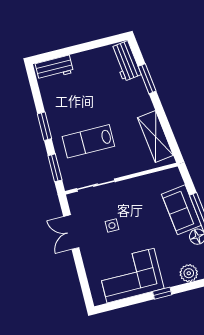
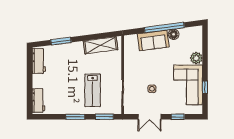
workbench: (126, 61) -> (39, 61), moved, turned -83
window: (81, 272) -> (178, 117), added
plant: (189, 273) -> (196, 58), moved
window: (162, 293) -> (205, 87), moved

